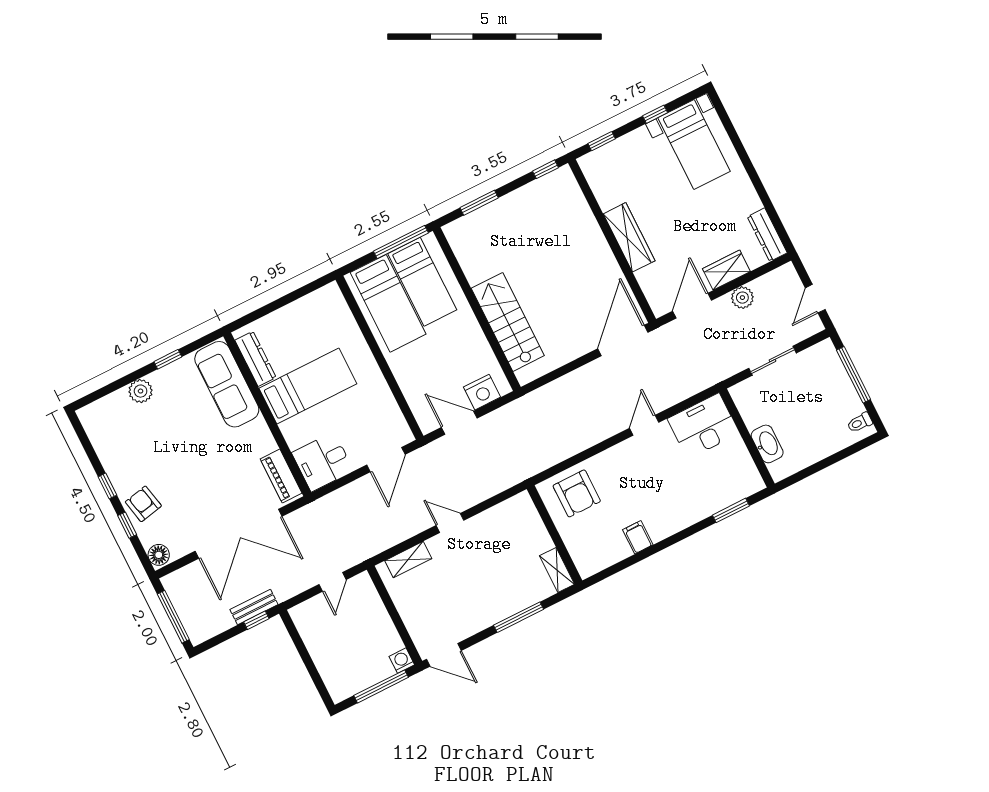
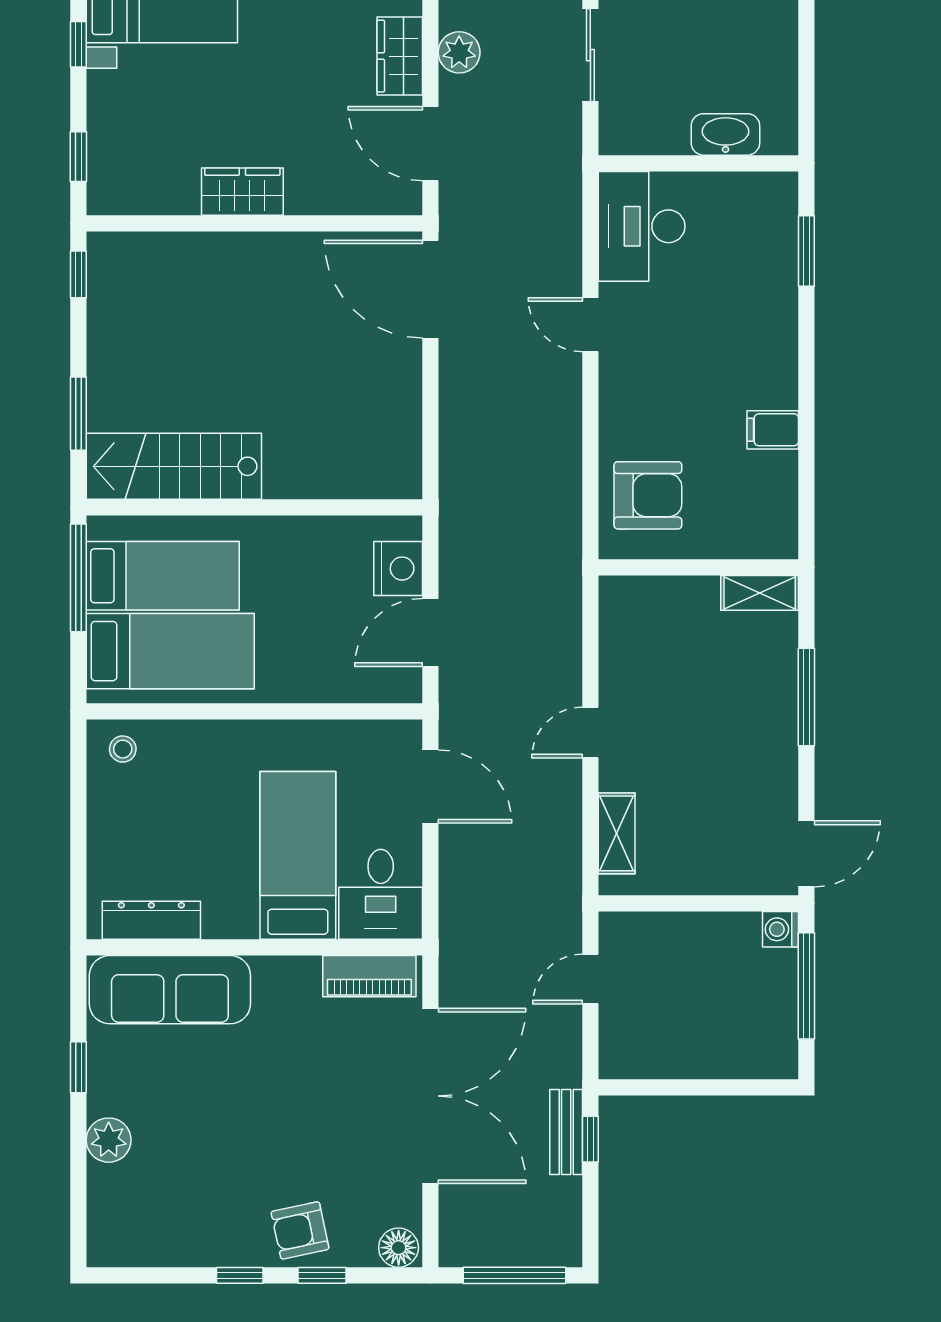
wardrobe: (629, 237) -> (242, 192), width x0.67
stool: (330, 304) -> (123, 749), added
stairs: (508, 322) -> (174, 466), moved
bed: (308, 386) -> (298, 855), moved
door: (333, 582) -> (590, 979), swing flipped

